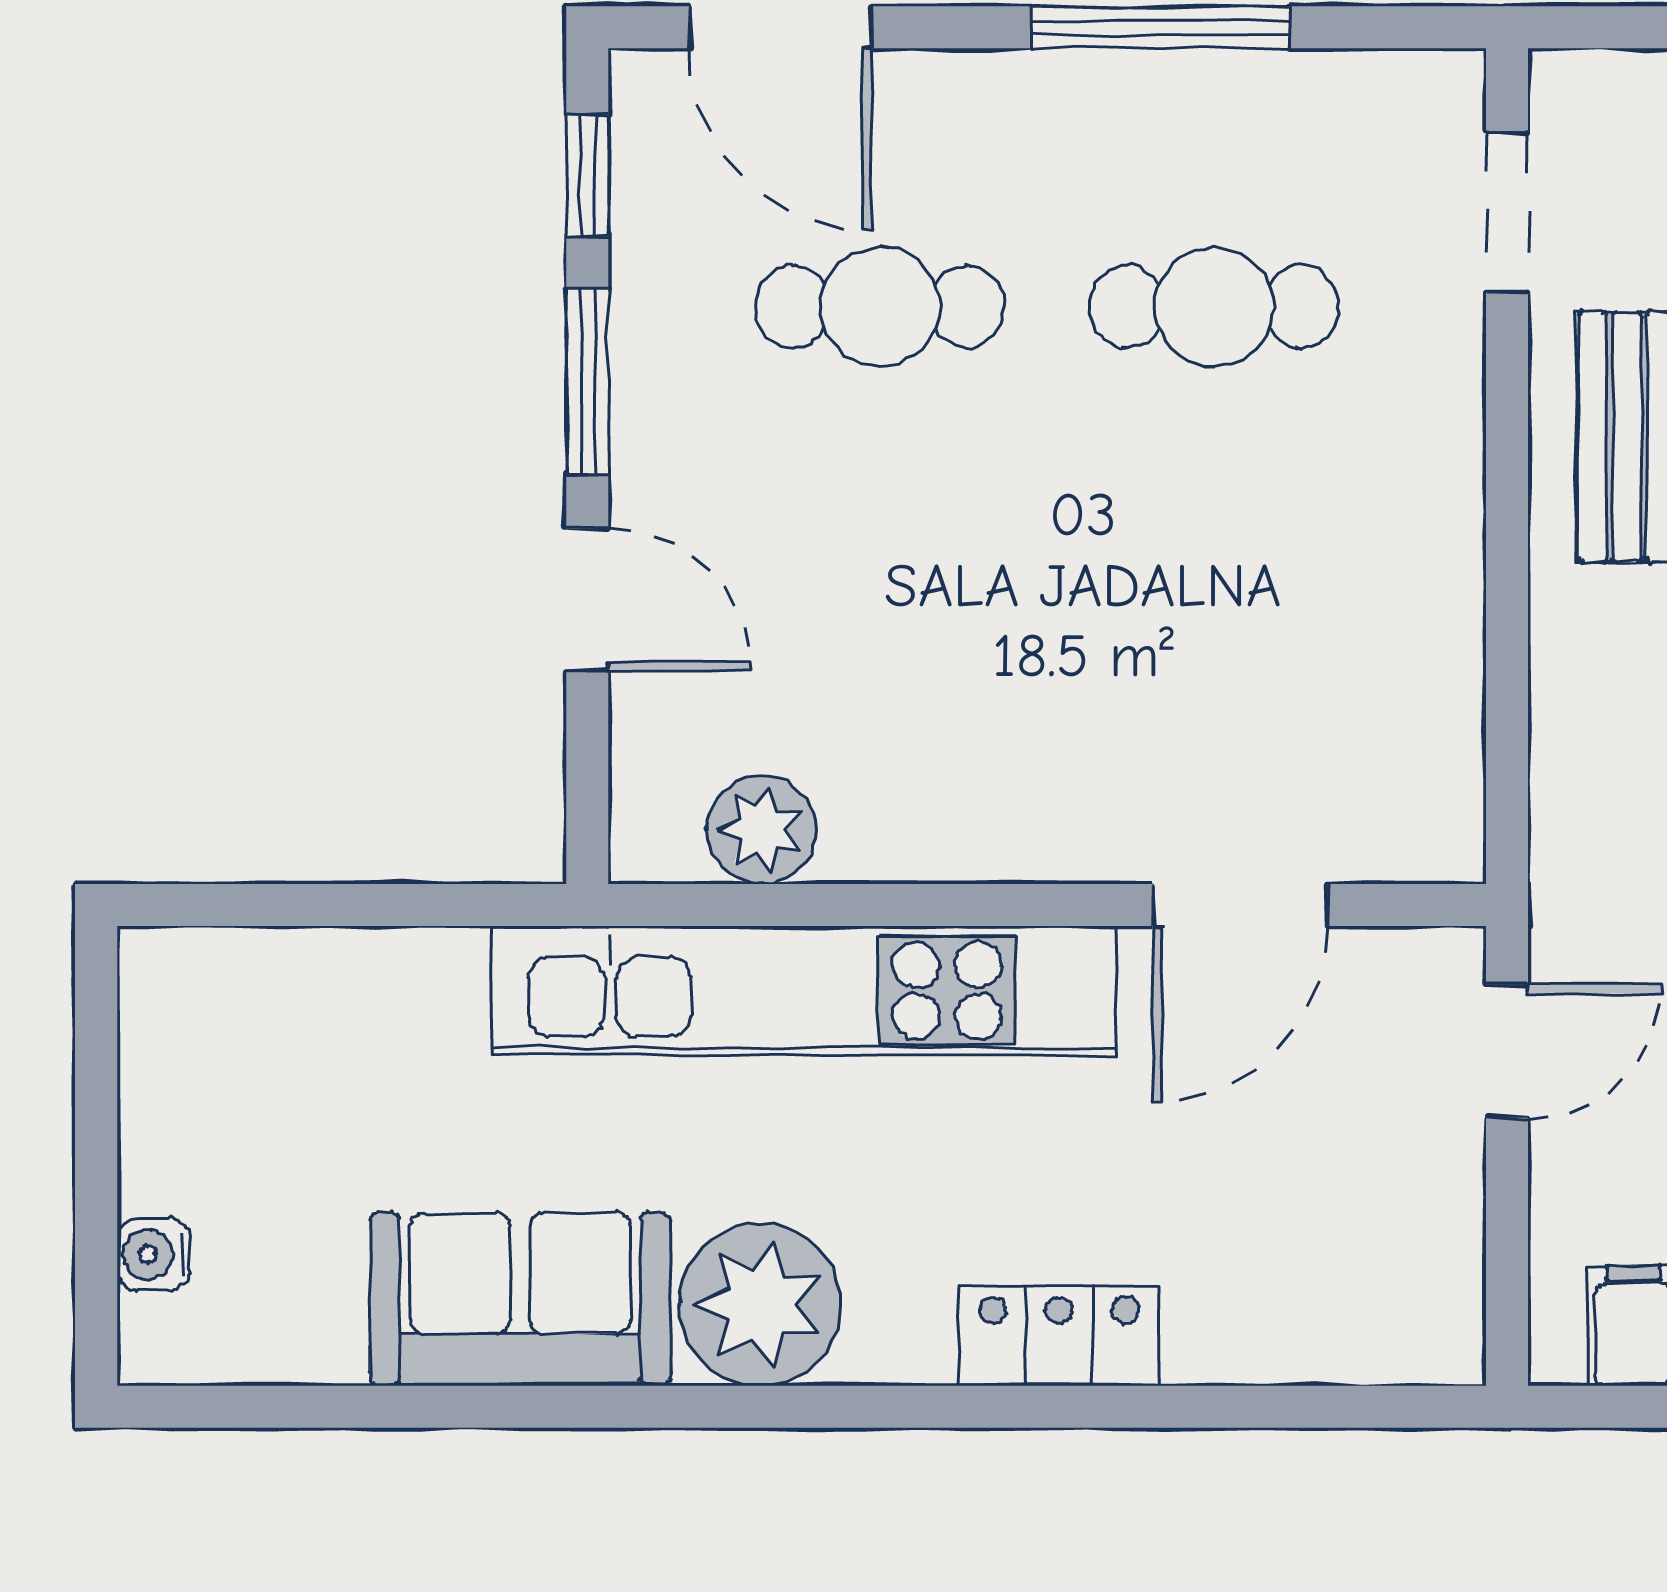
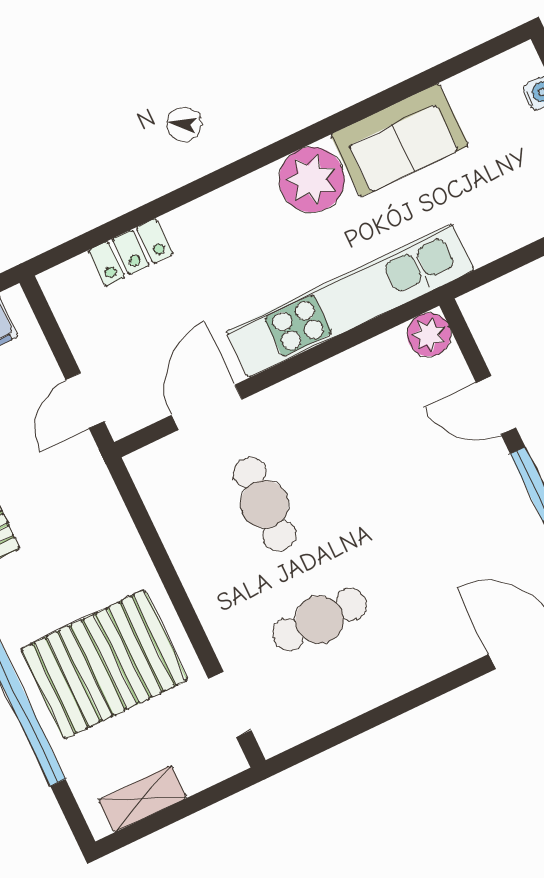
window: (1161, 27) -> (387, 712), removed
cafe table: (880, 307) -> (264, 504), moved, turned 90
plant: (761, 830) -> (429, 335), moved
locker: (1059, 1335) -> (131, 252), moved

